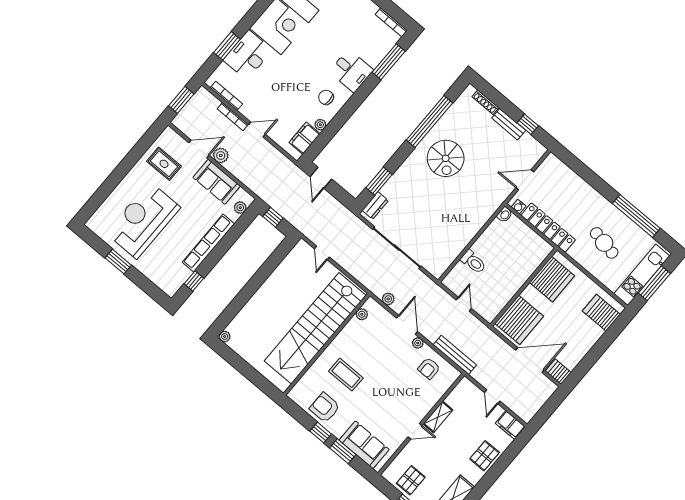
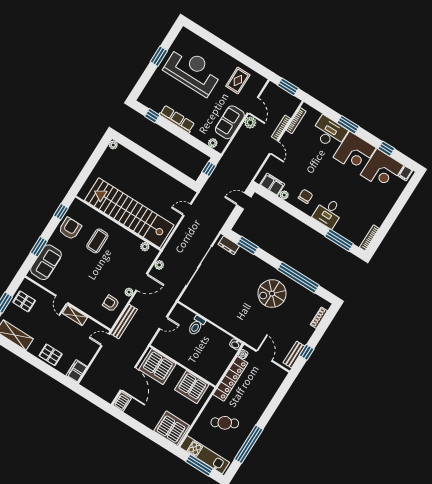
window: (227, 46) -> (348, 125), moved
bench: (509, 124) -> (294, 355), moved
row of seats: (208, 243) -> (177, 119), width x0.73
cafe table: (604, 243) -> (225, 423), turned 50
server rack: (601, 313) -> (172, 428), width x1.60
door: (492, 397) -> (105, 340), moved
window: (321, 433) -> (61, 212), moved

